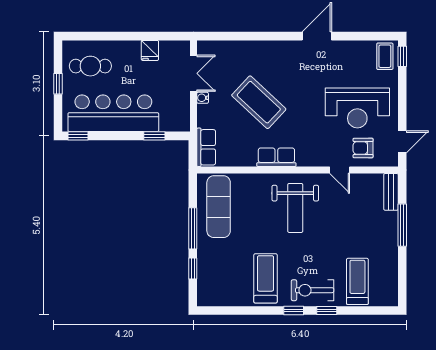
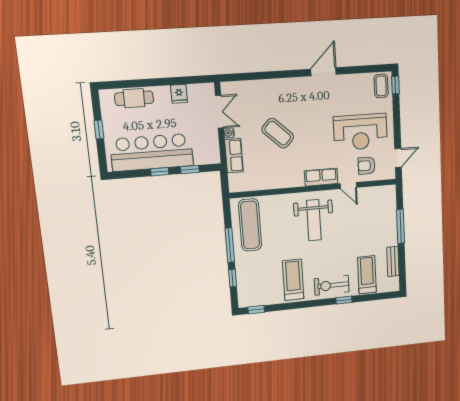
cafe table: (90, 66) -> (134, 98), moved
coffee table: (259, 102) -> (278, 133), width x0.73, depth x0.76
window: (78, 136) -> (160, 172), moved
row of seats: (206, 147) -> (234, 156), moved
row of seats: (276, 157) -> (321, 177), moved
bench: (391, 192) -> (393, 261), moved
window: (294, 310) -> (256, 310), moved

